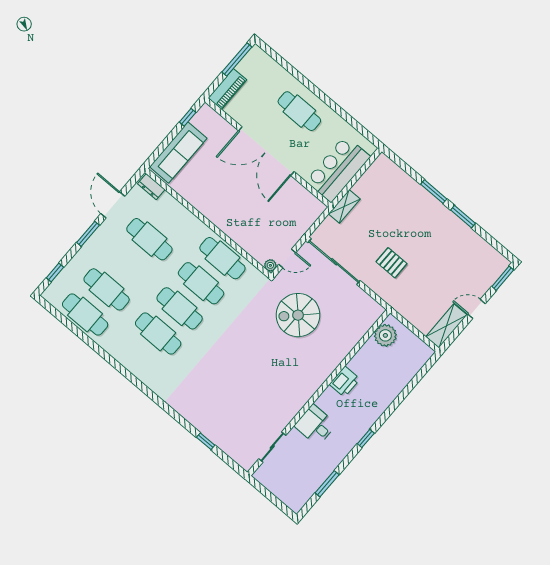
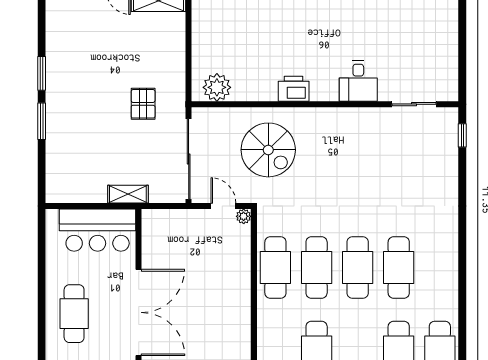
plant: (385, 335) -> (217, 87), moved
printer: (345, 382) -> (294, 89), moved
wall: (319, 393) -> (325, 104), moved
desk: (315, 425) -> (358, 81), moved
sliding door: (272, 447) -> (414, 104), moved

